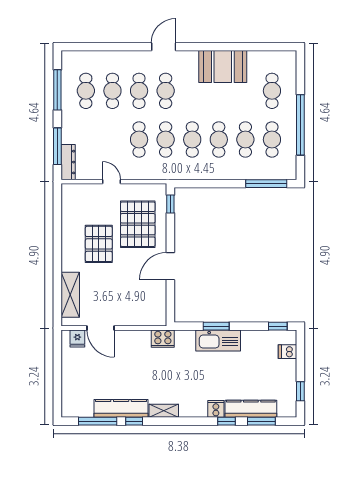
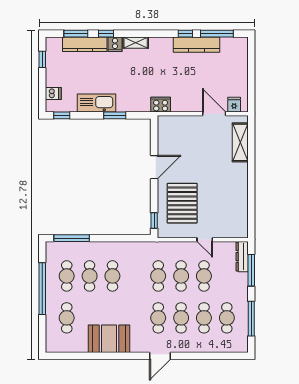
cafe table: (192, 140) -> (204, 276), moved
pallet: (99, 244) -> (216, 186), removed
kitchen sink: (218, 340) -> (97, 103), moved
shelving: (164, 411) -> (136, 43), moved

